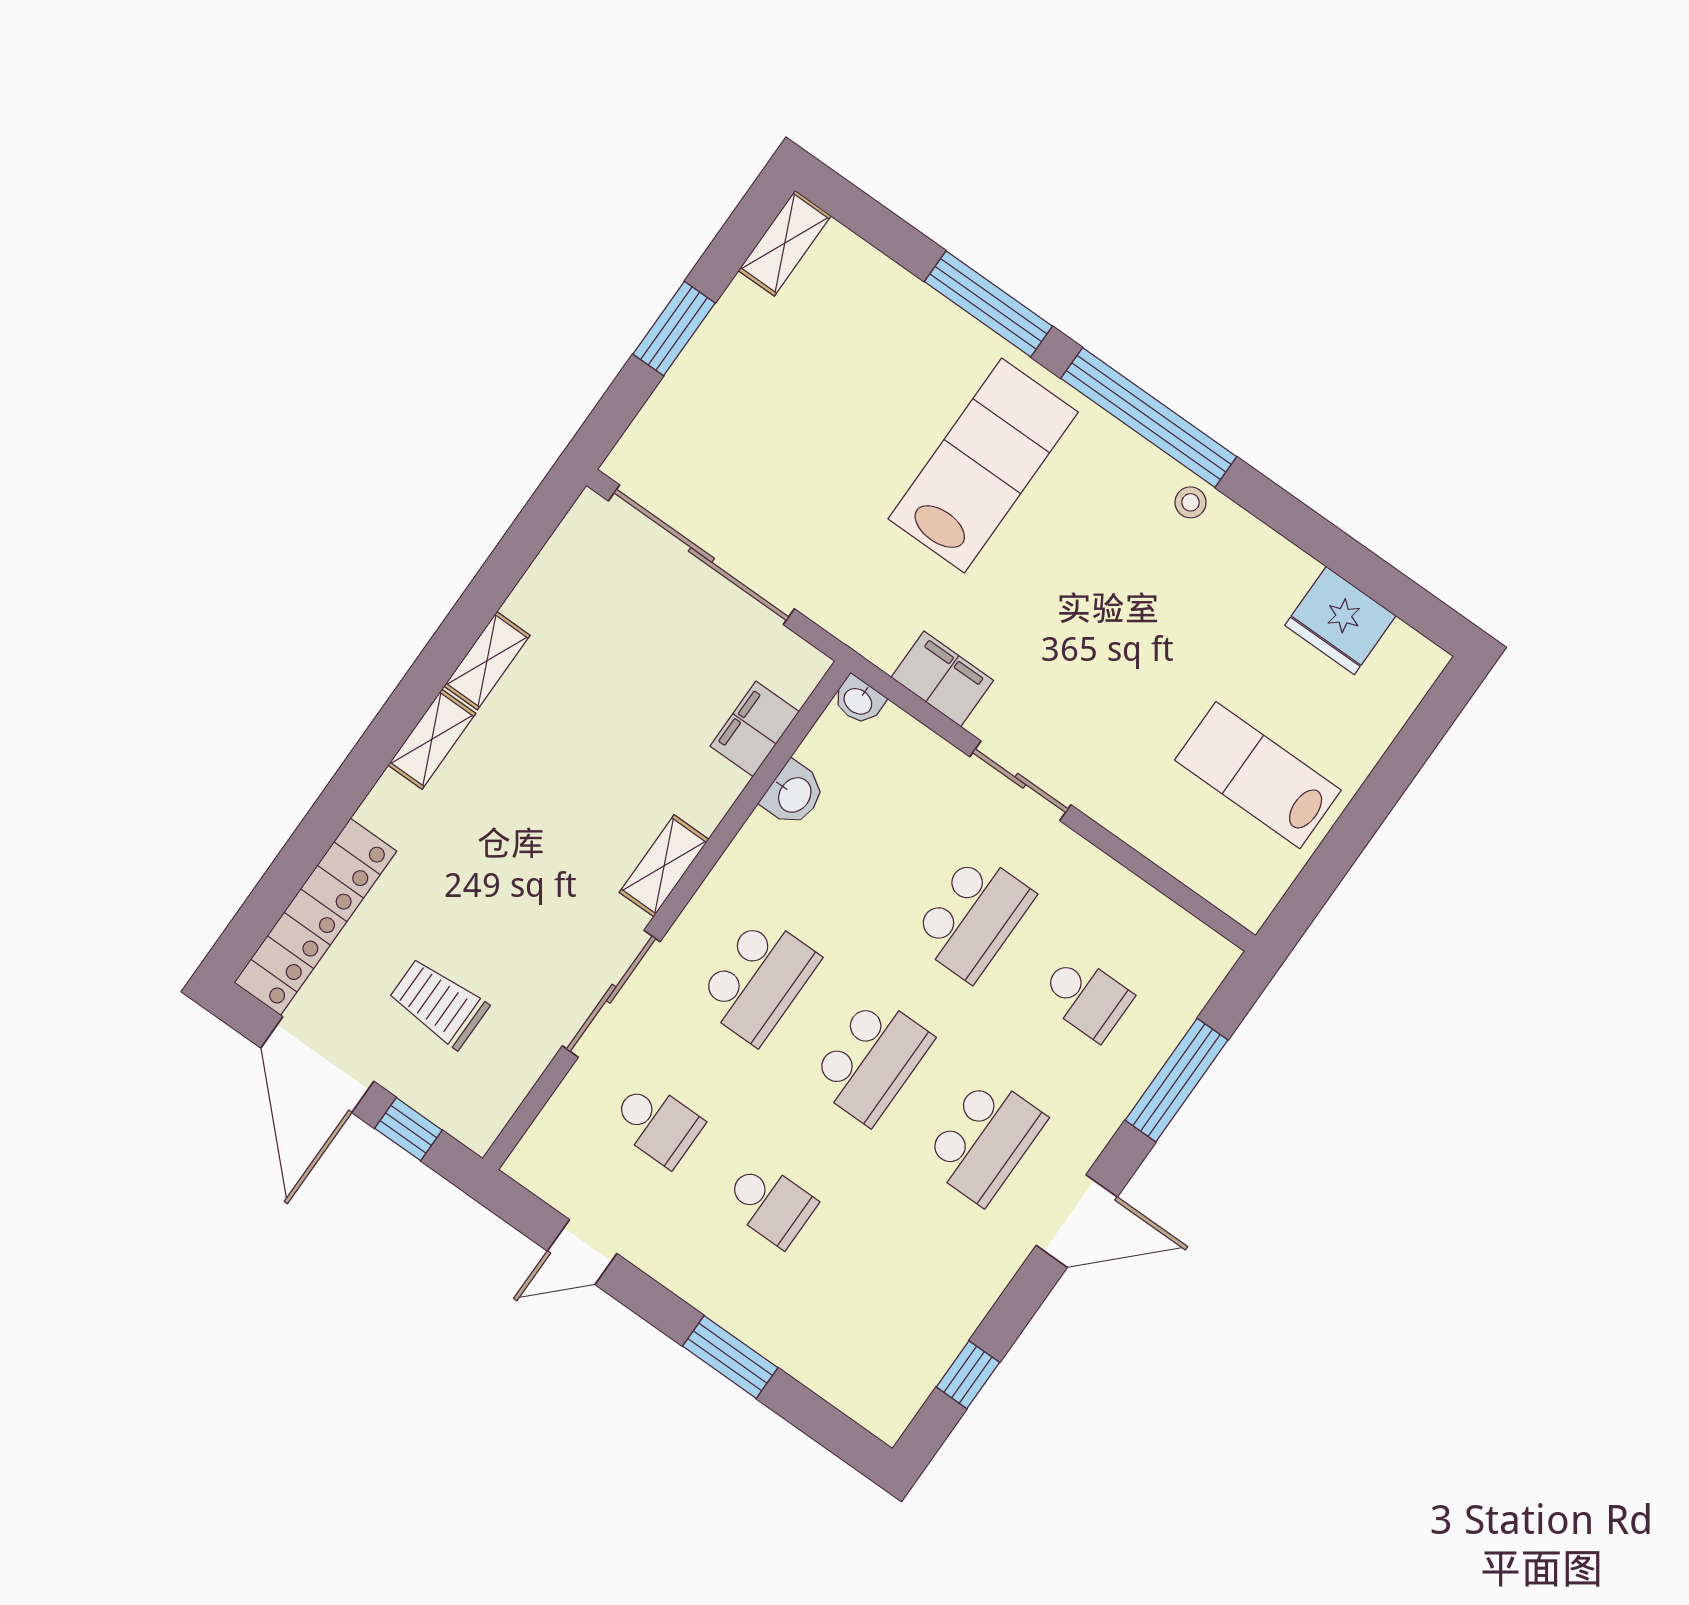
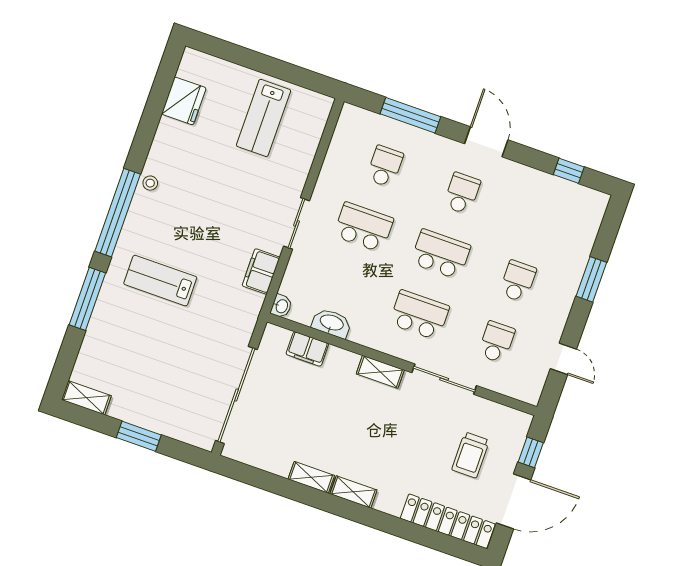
lab bench: (983, 465) -> (160, 281), width x0.73, depth x0.72
washbasin: (794, 794) -> (332, 323), width x1.38
school desk: (985, 1140) -> (462, 193), width x0.54

